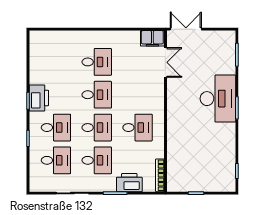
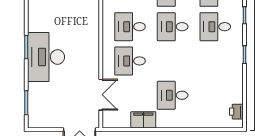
filing cabinet: (152, 38) -> (143, 120), moved
double door: (165, 62) -> (101, 95), swing flipped
desk: (97, 95) -> (130, 61), moved
printer: (39, 98) -> (236, 112), moved, width x0.53, depth x0.68

